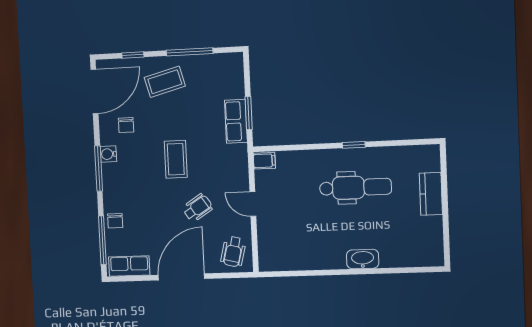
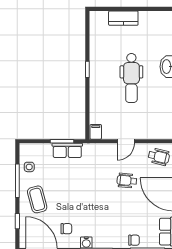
side table: (210, 68) -> (29, 167), added
coffee table: (176, 159) -> (92, 194), removed
dental chair: (355, 188) -> (131, 78), moved, turned 180
wheelchair: (197, 208) -> (127, 181), turned -52

